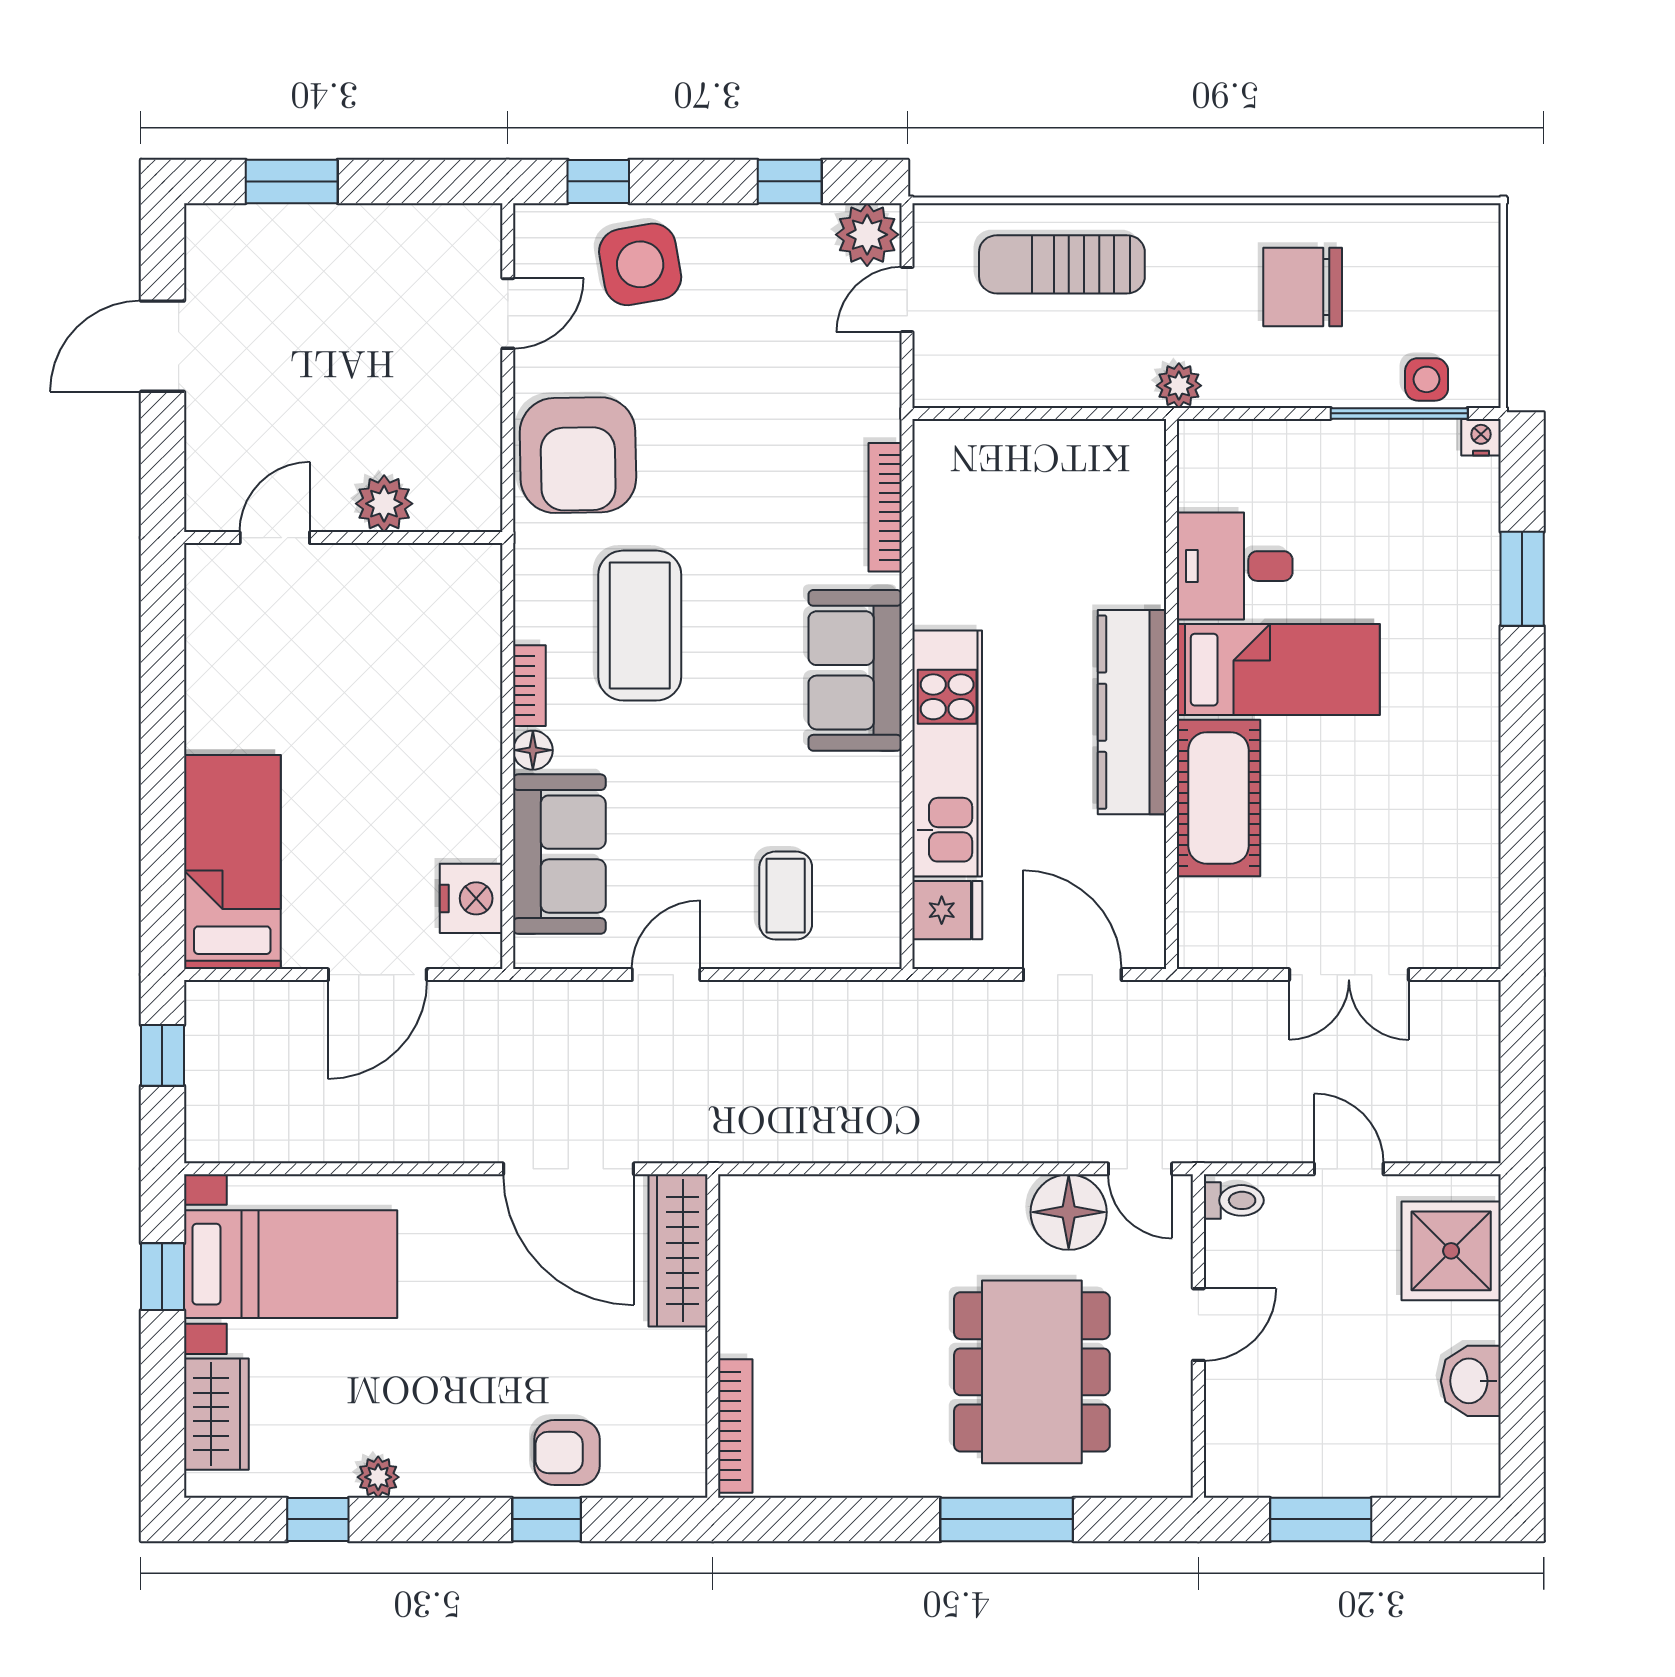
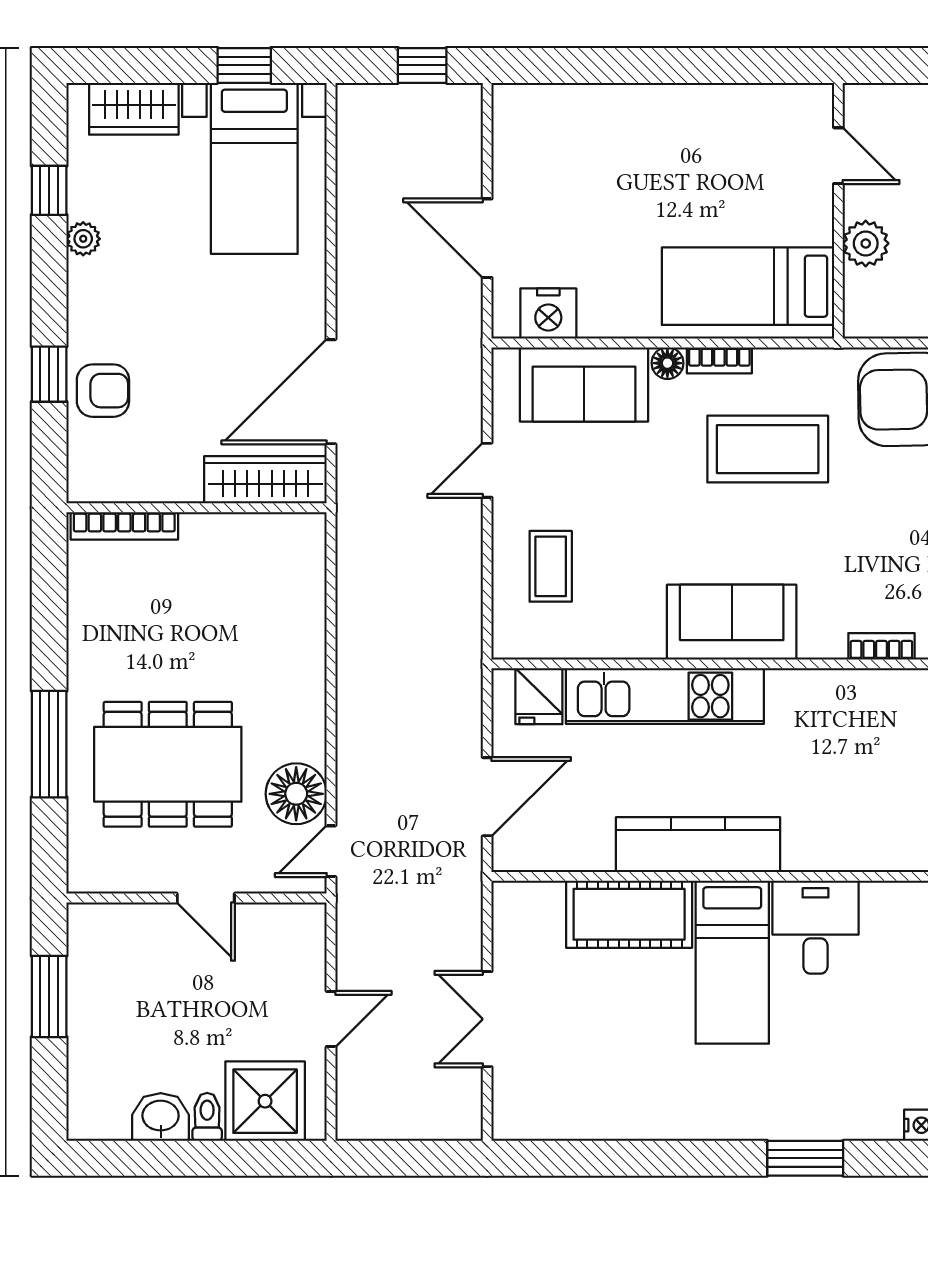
bookcase: (885, 507) -> (881, 646), width x0.64
bed: (232, 862) -> (748, 286), moved, turned 180
coffee table: (786, 896) -> (551, 566), turned 90
door: (666, 975) -> (487, 470), swing flipped
toilet: (1234, 1200) -> (207, 1117), moved, turned 180
armchair: (567, 1452) -> (103, 391), turned 90

